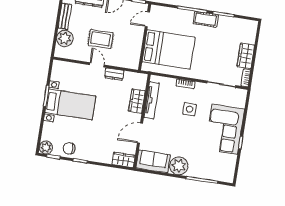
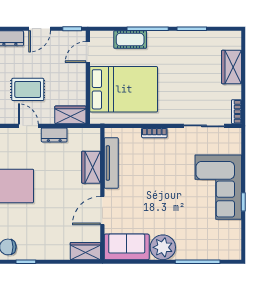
cot: (206, 19) -> (130, 40), moved
wardrobe: (246, 56) -> (231, 67), moved
wardrobe: (128, 62) -> (70, 115), added
side table: (189, 109) -> (165, 167), removed

